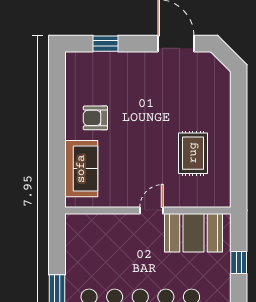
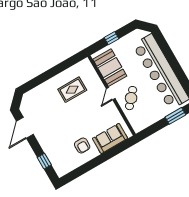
door: (151, 210) -> (111, 94), hinge flipped
cafe table: (126, 239) -> (131, 98), added

